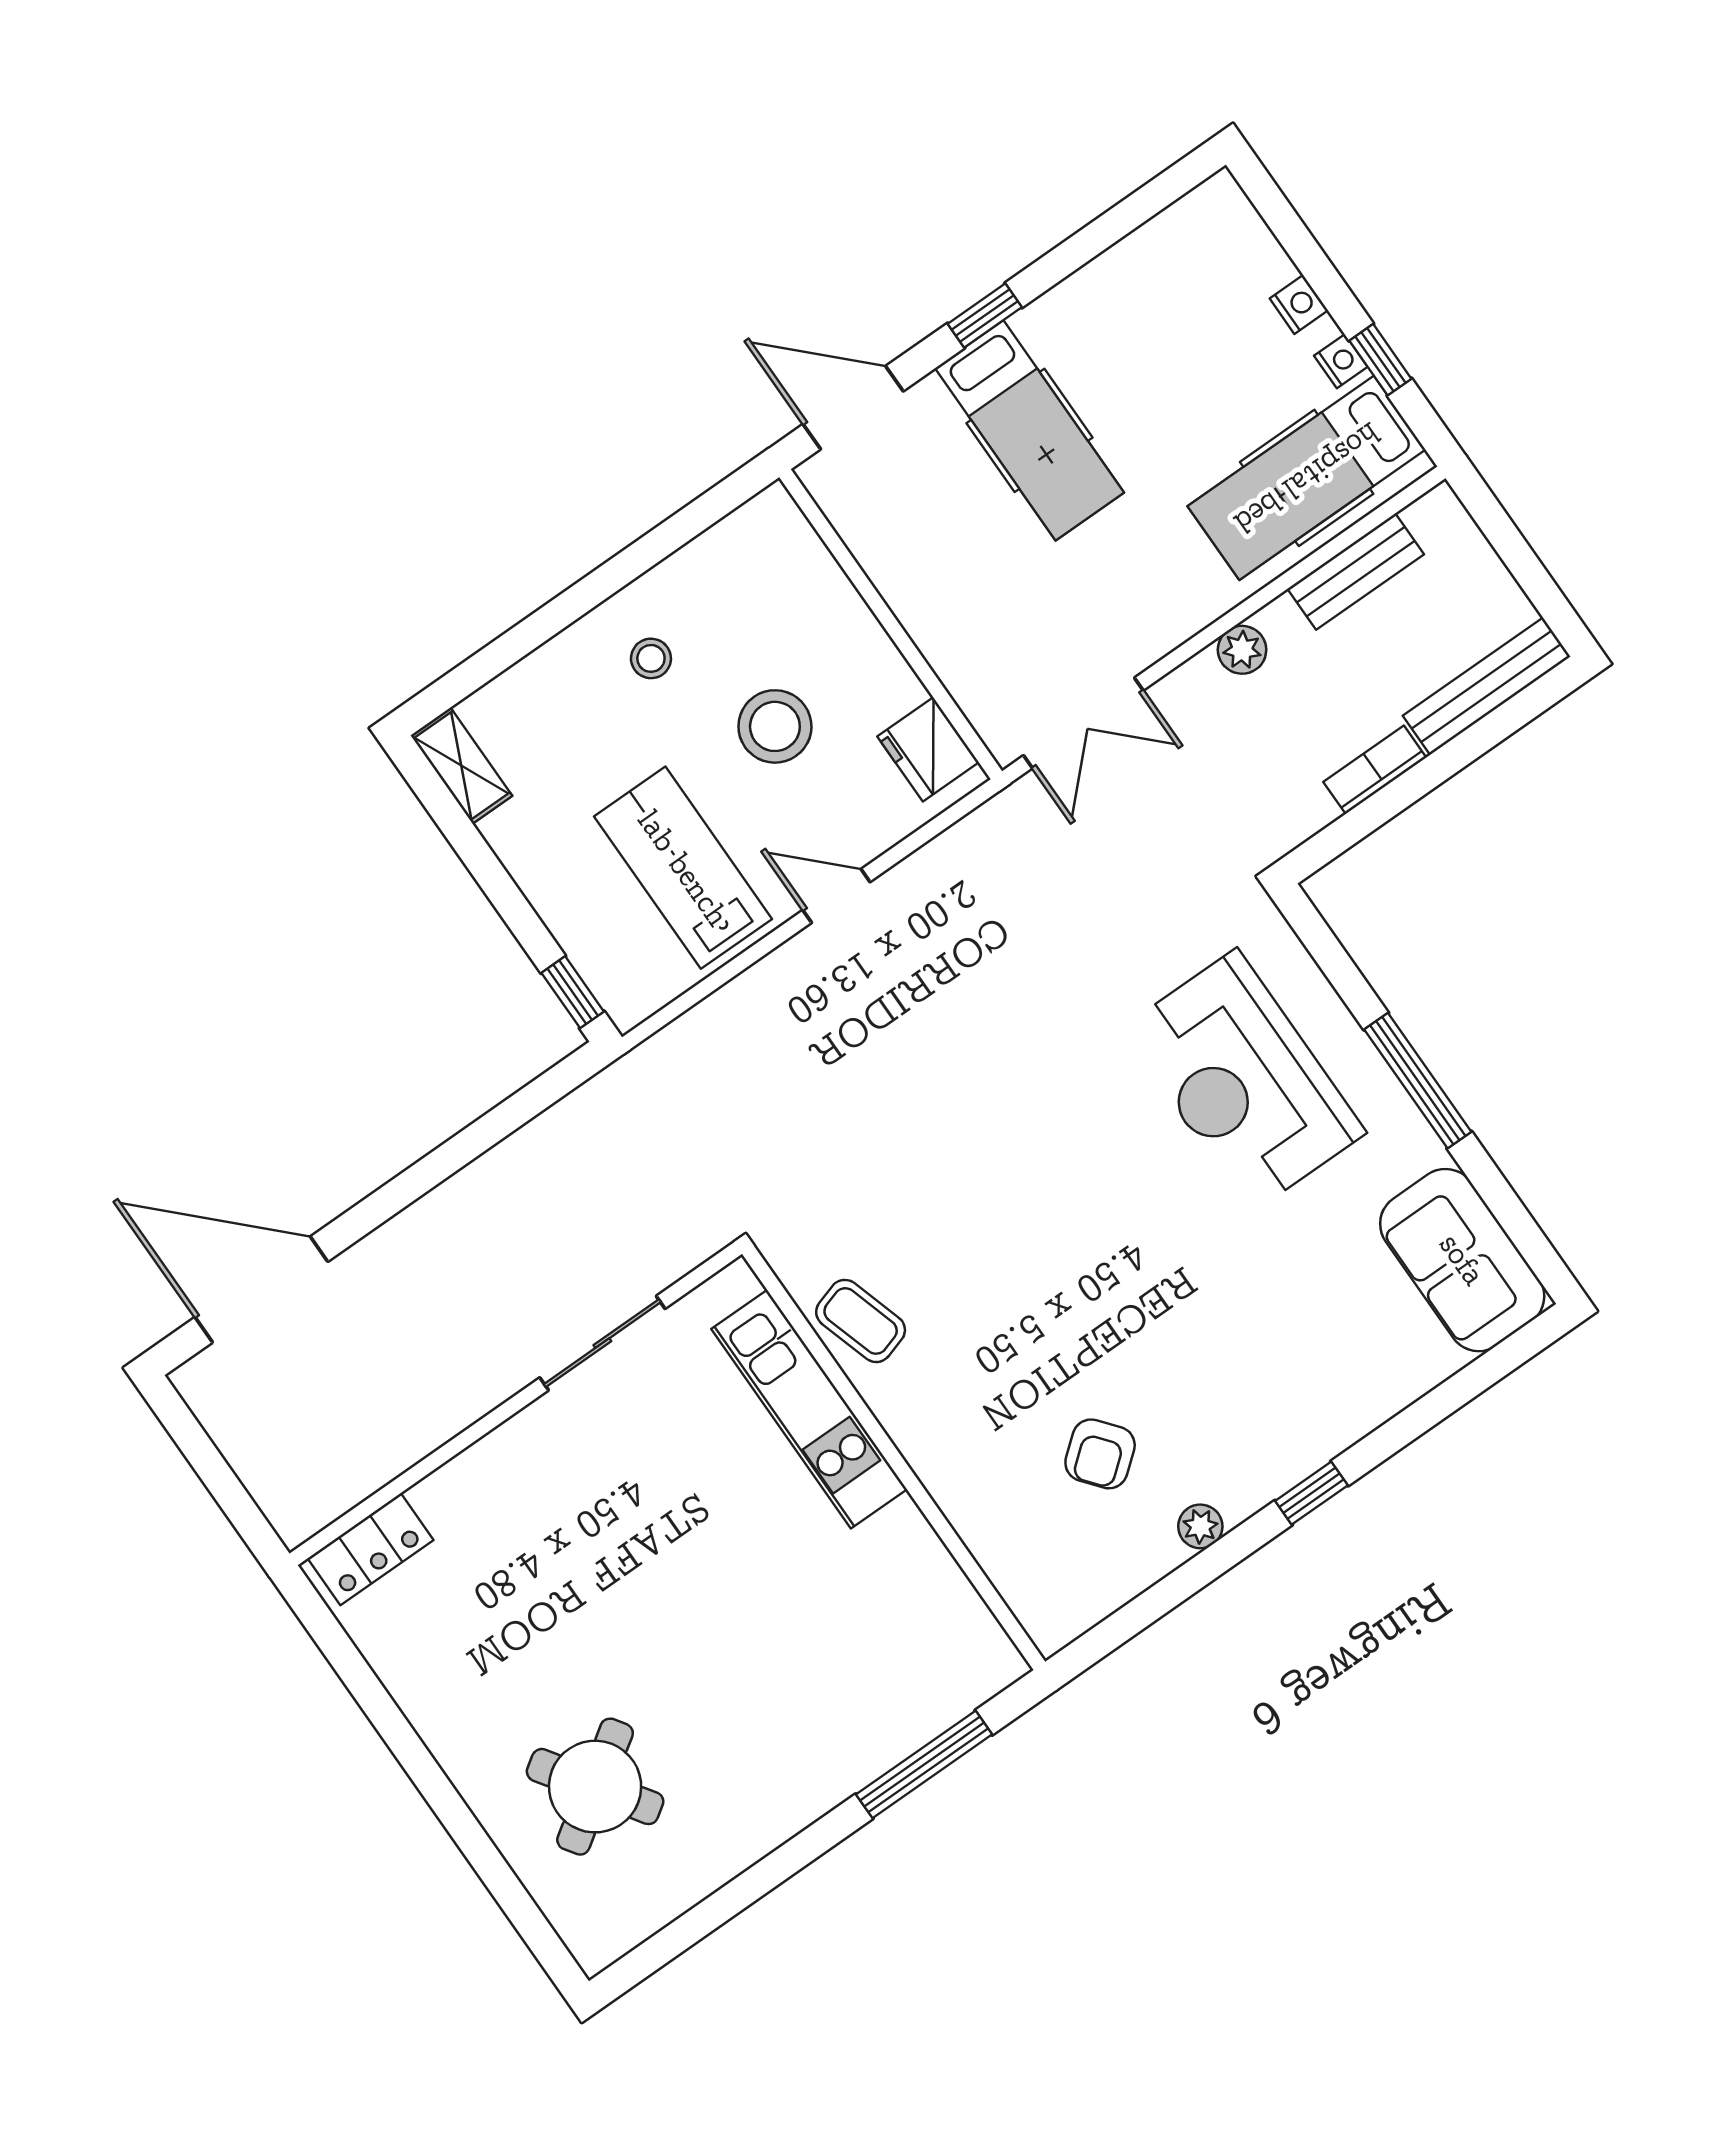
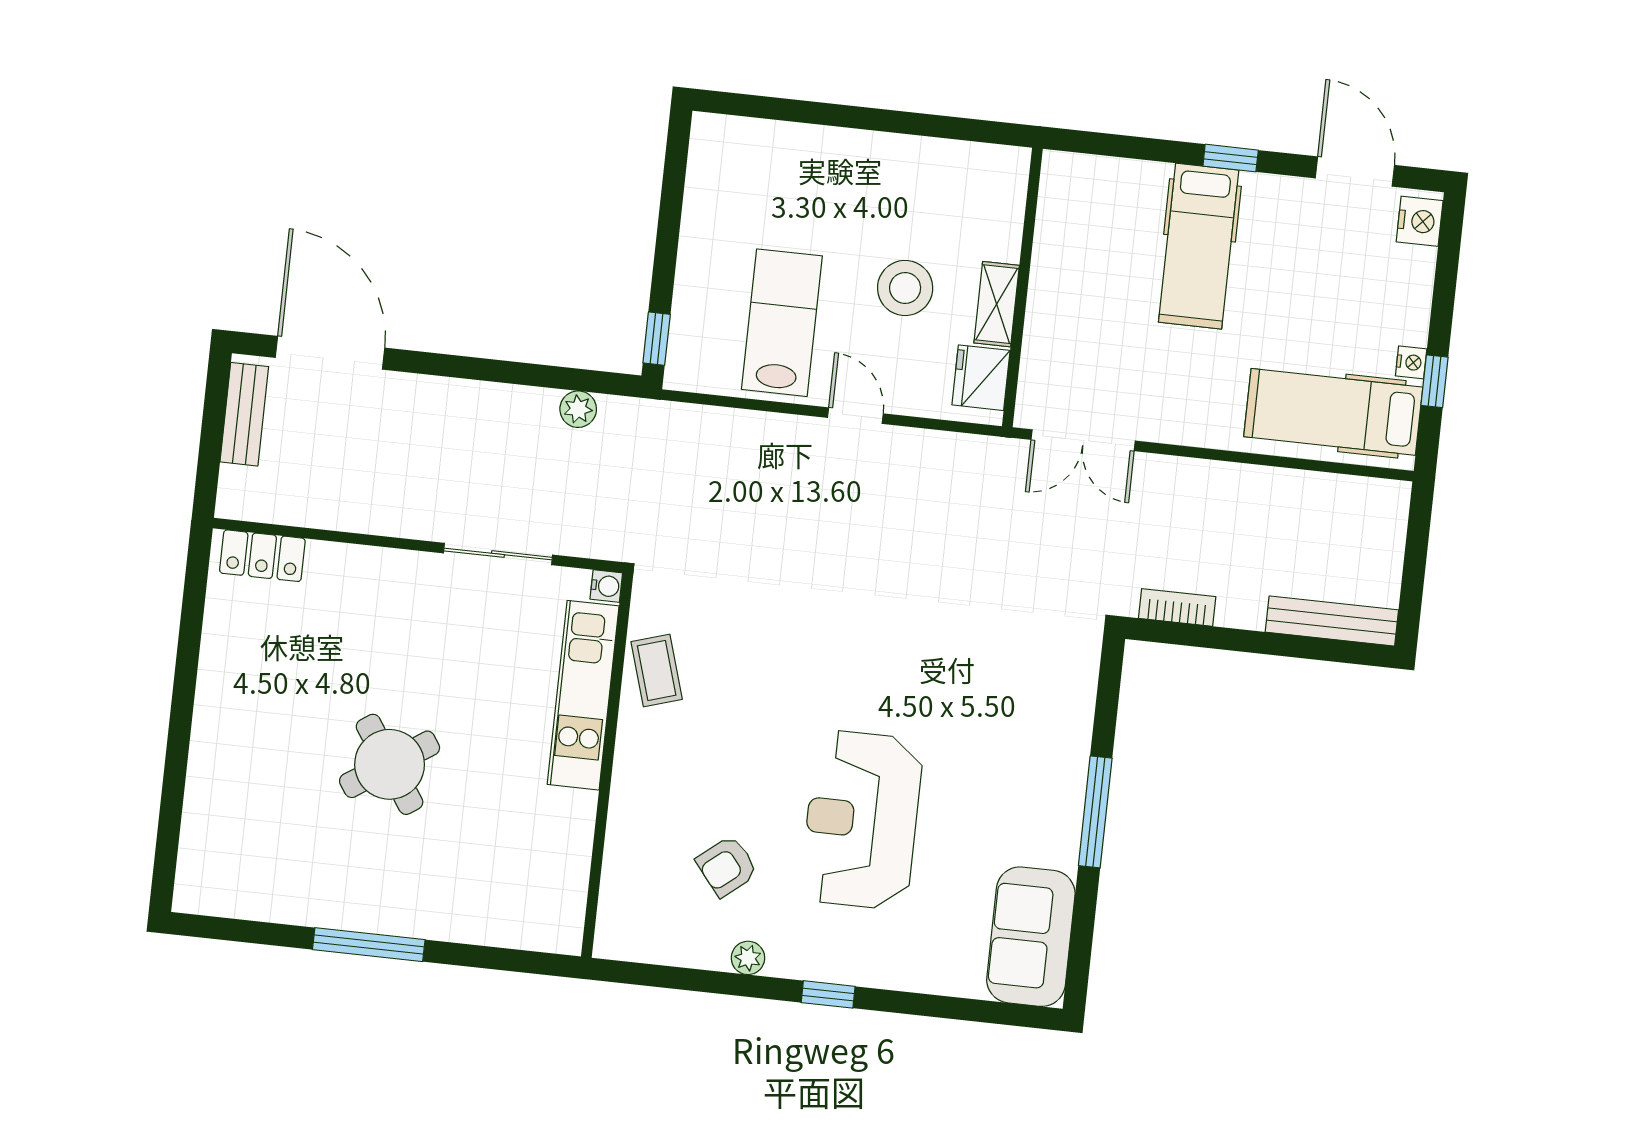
nightstand: (1299, 304) -> (1420, 221), moved, width x1.39, depth x1.35
door: (853, 408) -> (1355, 172), moved
bench: (1356, 572) -> (244, 414), moved, turned 90
plant: (1242, 650) -> (578, 409), moved
stool: (651, 658) -> (868, 187), removed
shelving: (461, 766) -> (997, 304), moved
bookcase: (1375, 770) -> (1177, 607), moved
reception desk: (1244, 1081) -> (862, 820), moved
water cooler: (737, 1281) -> (606, 586), added
window: (924, 1764) -> (369, 945), moved
round table: (595, 1787) -> (390, 764), moved

